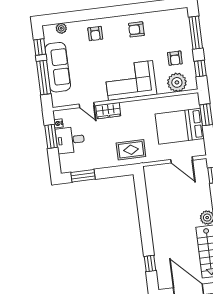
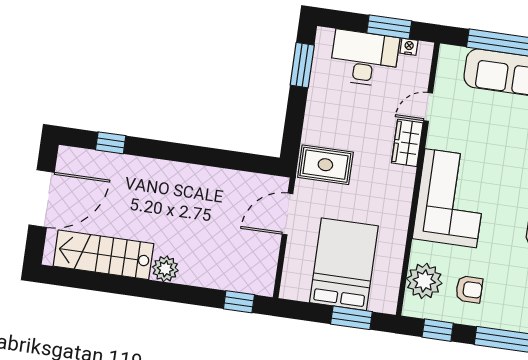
armchair: (175, 58) -> (469, 289), turned 180
desk: (70, 140) -> (364, 58), width x1.37
rug: (131, 150) -> (325, 165), turned 90
door: (182, 160) -> (287, 214), moved

